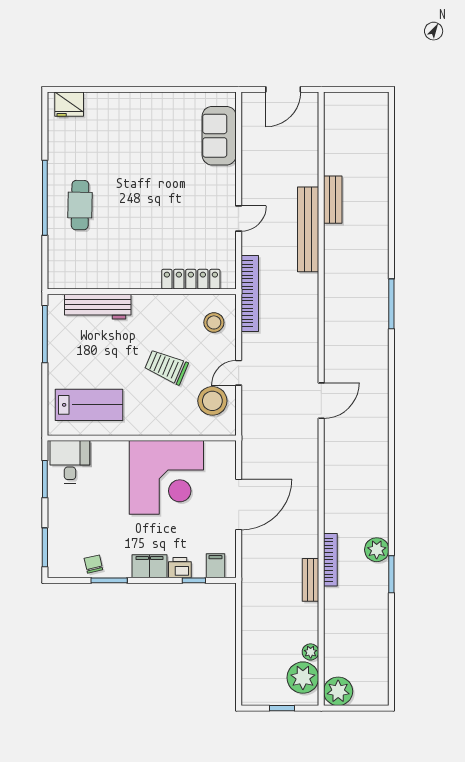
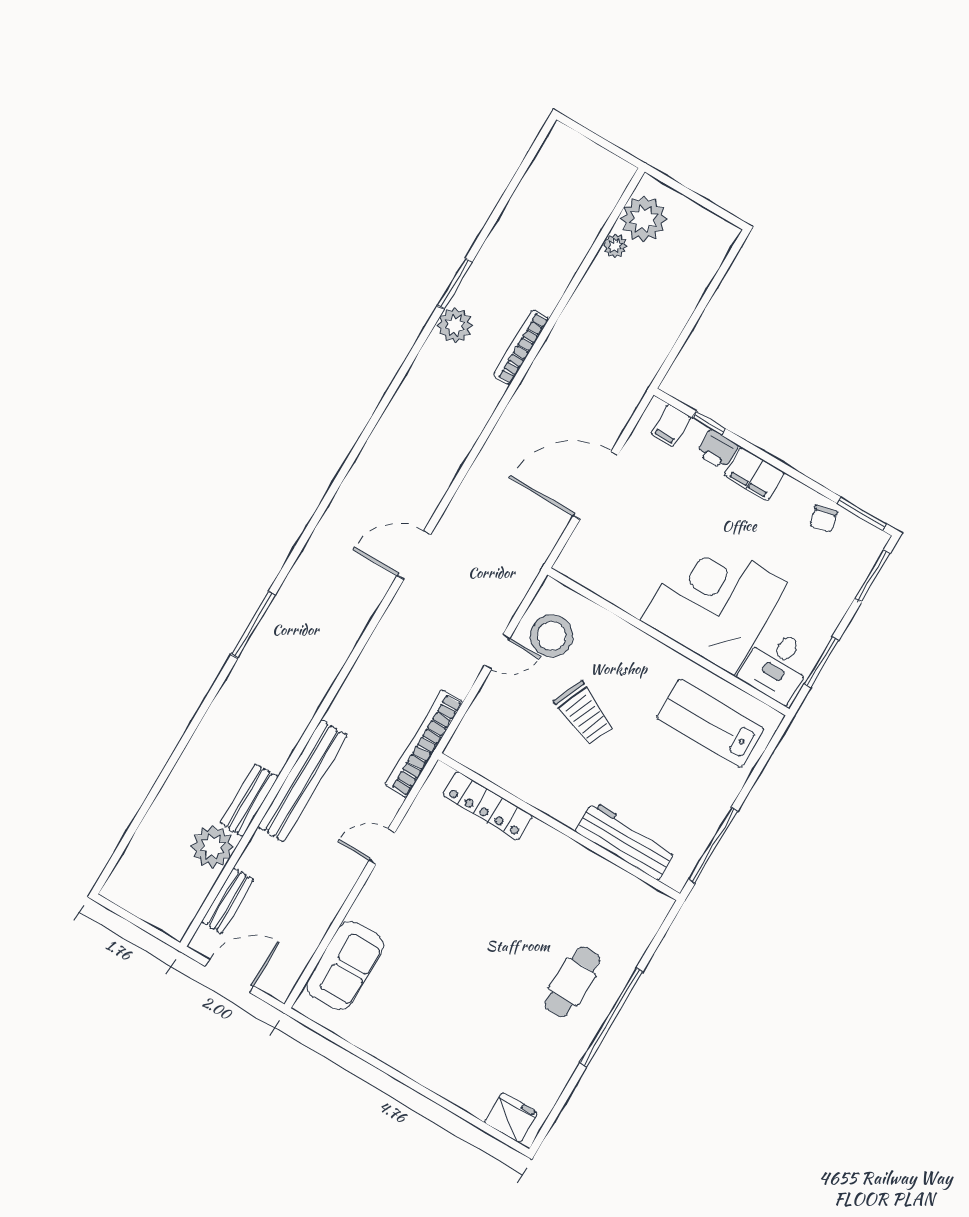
stool: (214, 322) -> (491, 734), removed
corner desk: (166, 477) -> (715, 602), moved
window: (109, 580) -> (862, 514), moved
bench: (311, 580) -> (228, 901), moved
plant: (338, 691) -> (213, 847), moved
window: (282, 708) -> (693, 196), removed

